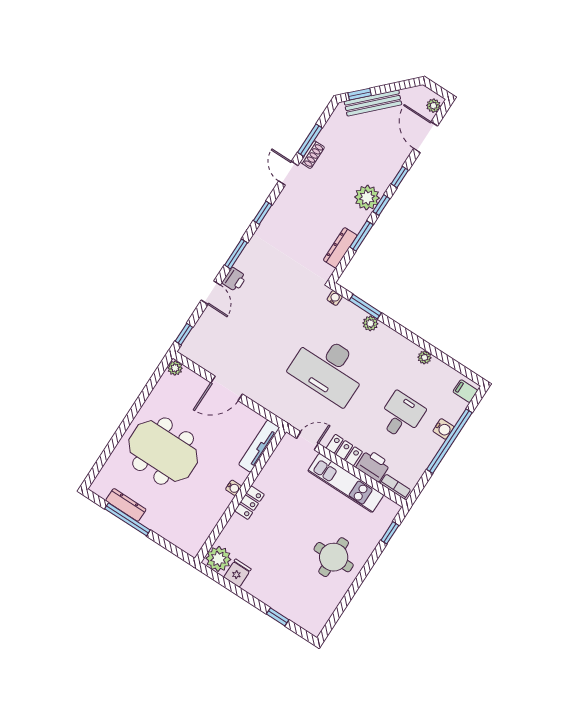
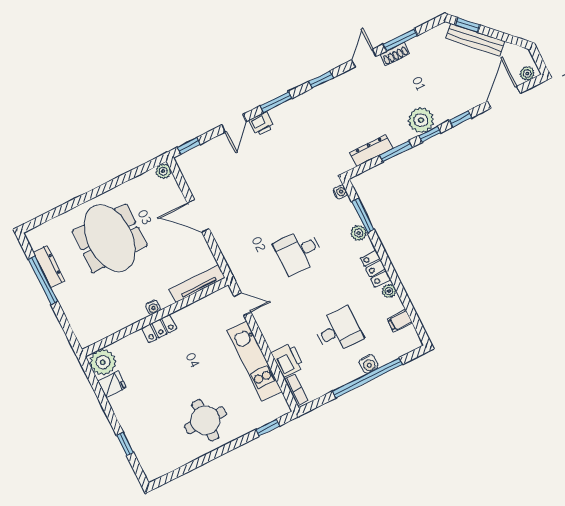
desk: (329, 369) -> (299, 252), width x0.53, depth x0.77
filing cabinet: (465, 391) -> (400, 321), moved, turned -90
locker: (344, 450) -> (375, 269), moved, turned 180

